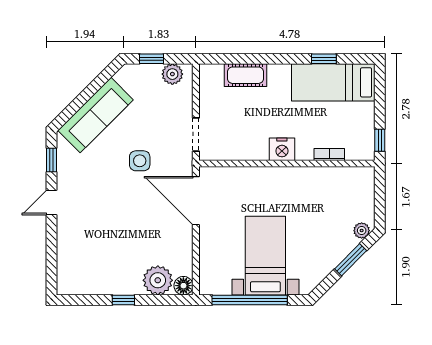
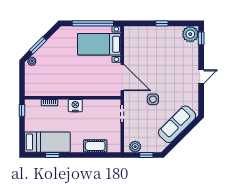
window: (51, 160) -> (201, 38), moved
bed with nightstands: (265, 256) -> (99, 44), moved, turned 90
plant: (158, 280) -> (190, 34), moved
floor lamp: (183, 286) -> (129, 31), removed

